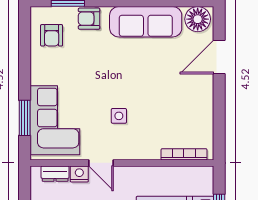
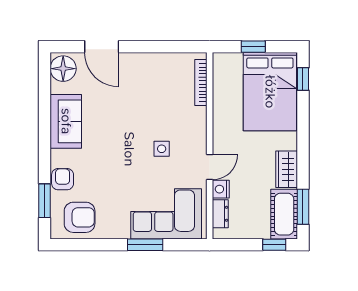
armchair: (89, 19) -> (63, 179), turned 180
sofa: (146, 22) -> (66, 121), width x0.73
armchair: (52, 35) -> (80, 217), width x1.38, depth x1.38
window: (25, 118) -> (145, 245), moved

